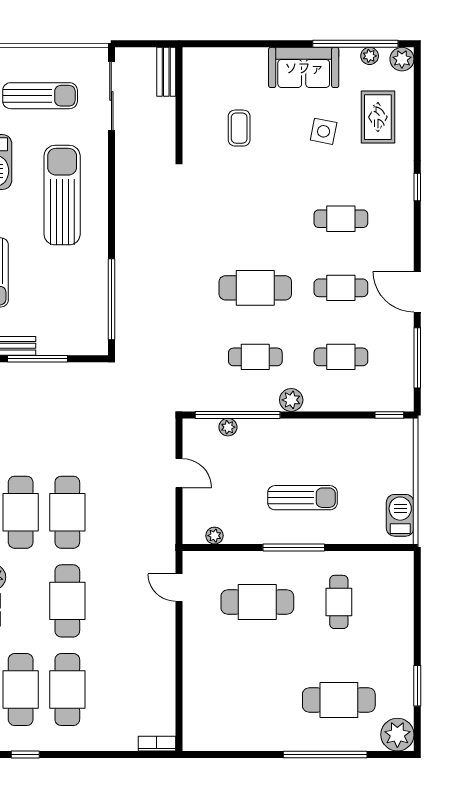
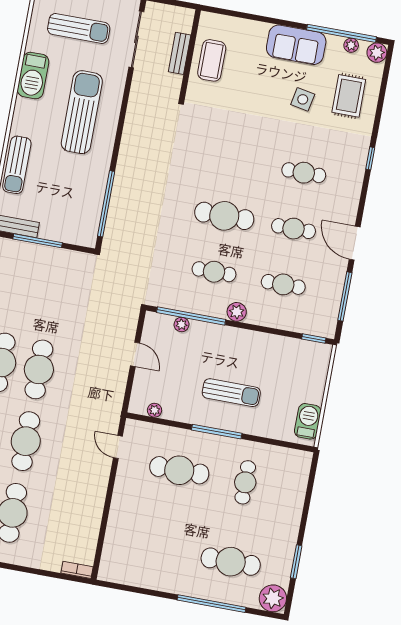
bench: (166, 72) -> (180, 53), moved
coffee table: (239, 128) -> (212, 60), moved, width x1.36, depth x1.30

